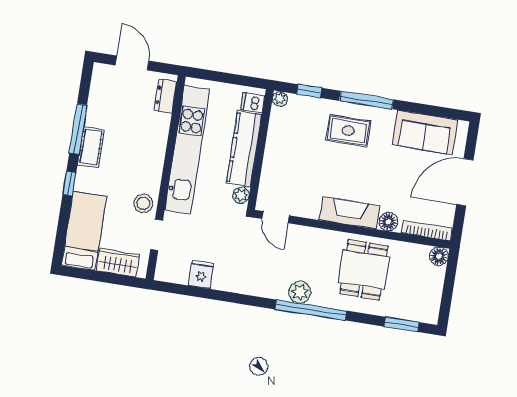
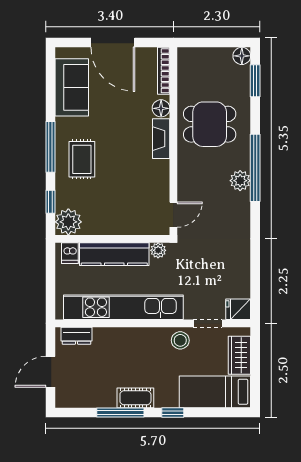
plant: (280, 99) -> (68, 222), width x1.88, depth x1.88
fireplace: (350, 213) -> (161, 139), width x0.73, depth x0.76
floor lamp: (439, 256) -> (242, 56), moved
fridge: (201, 274) -> (238, 309), moved

